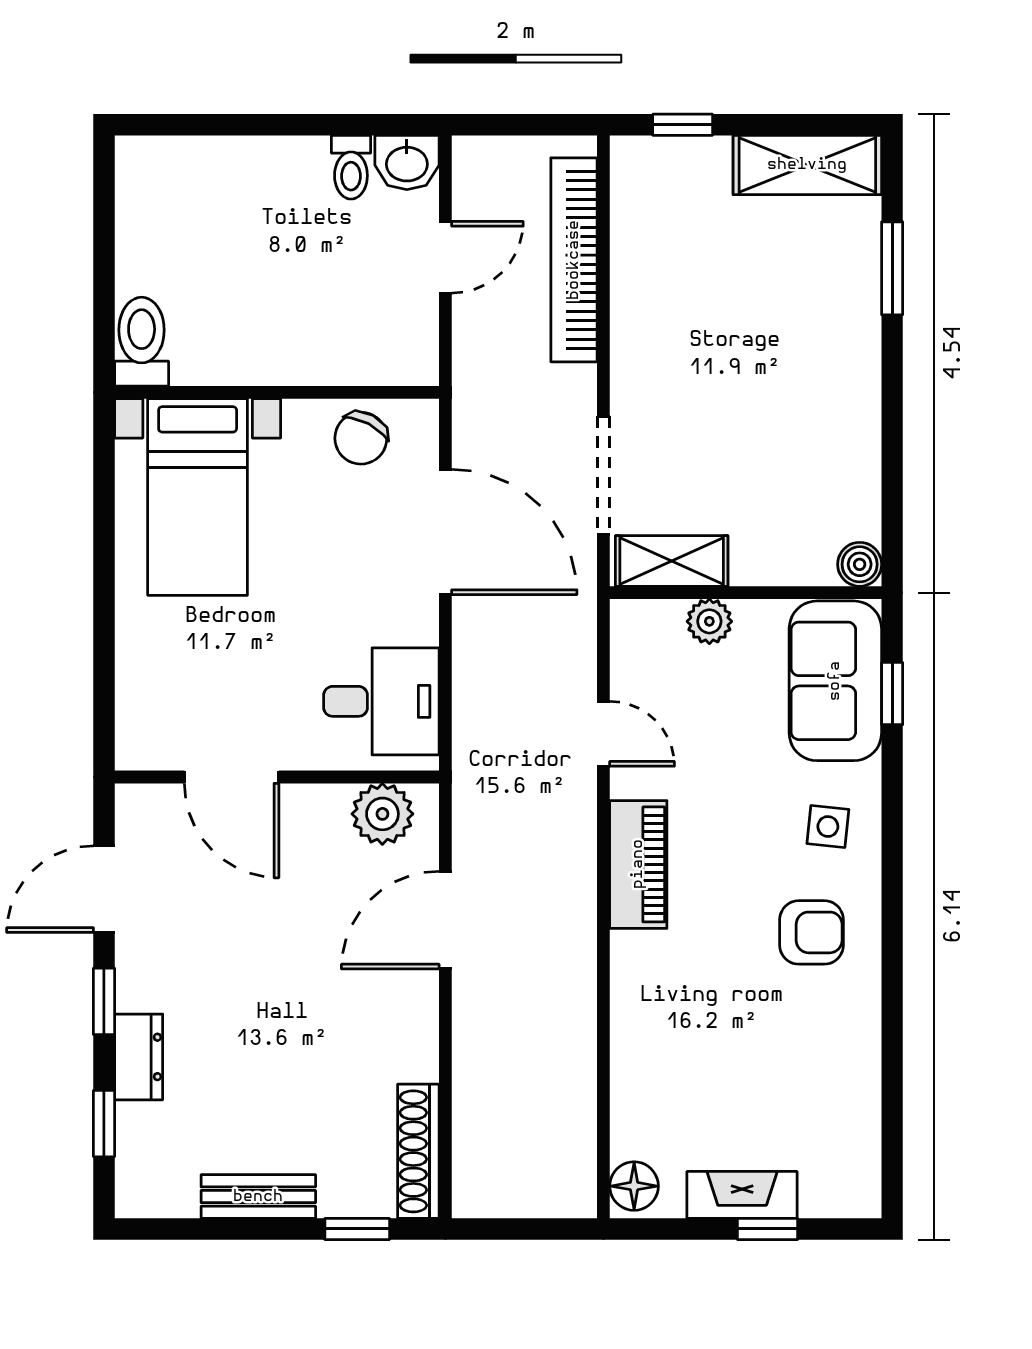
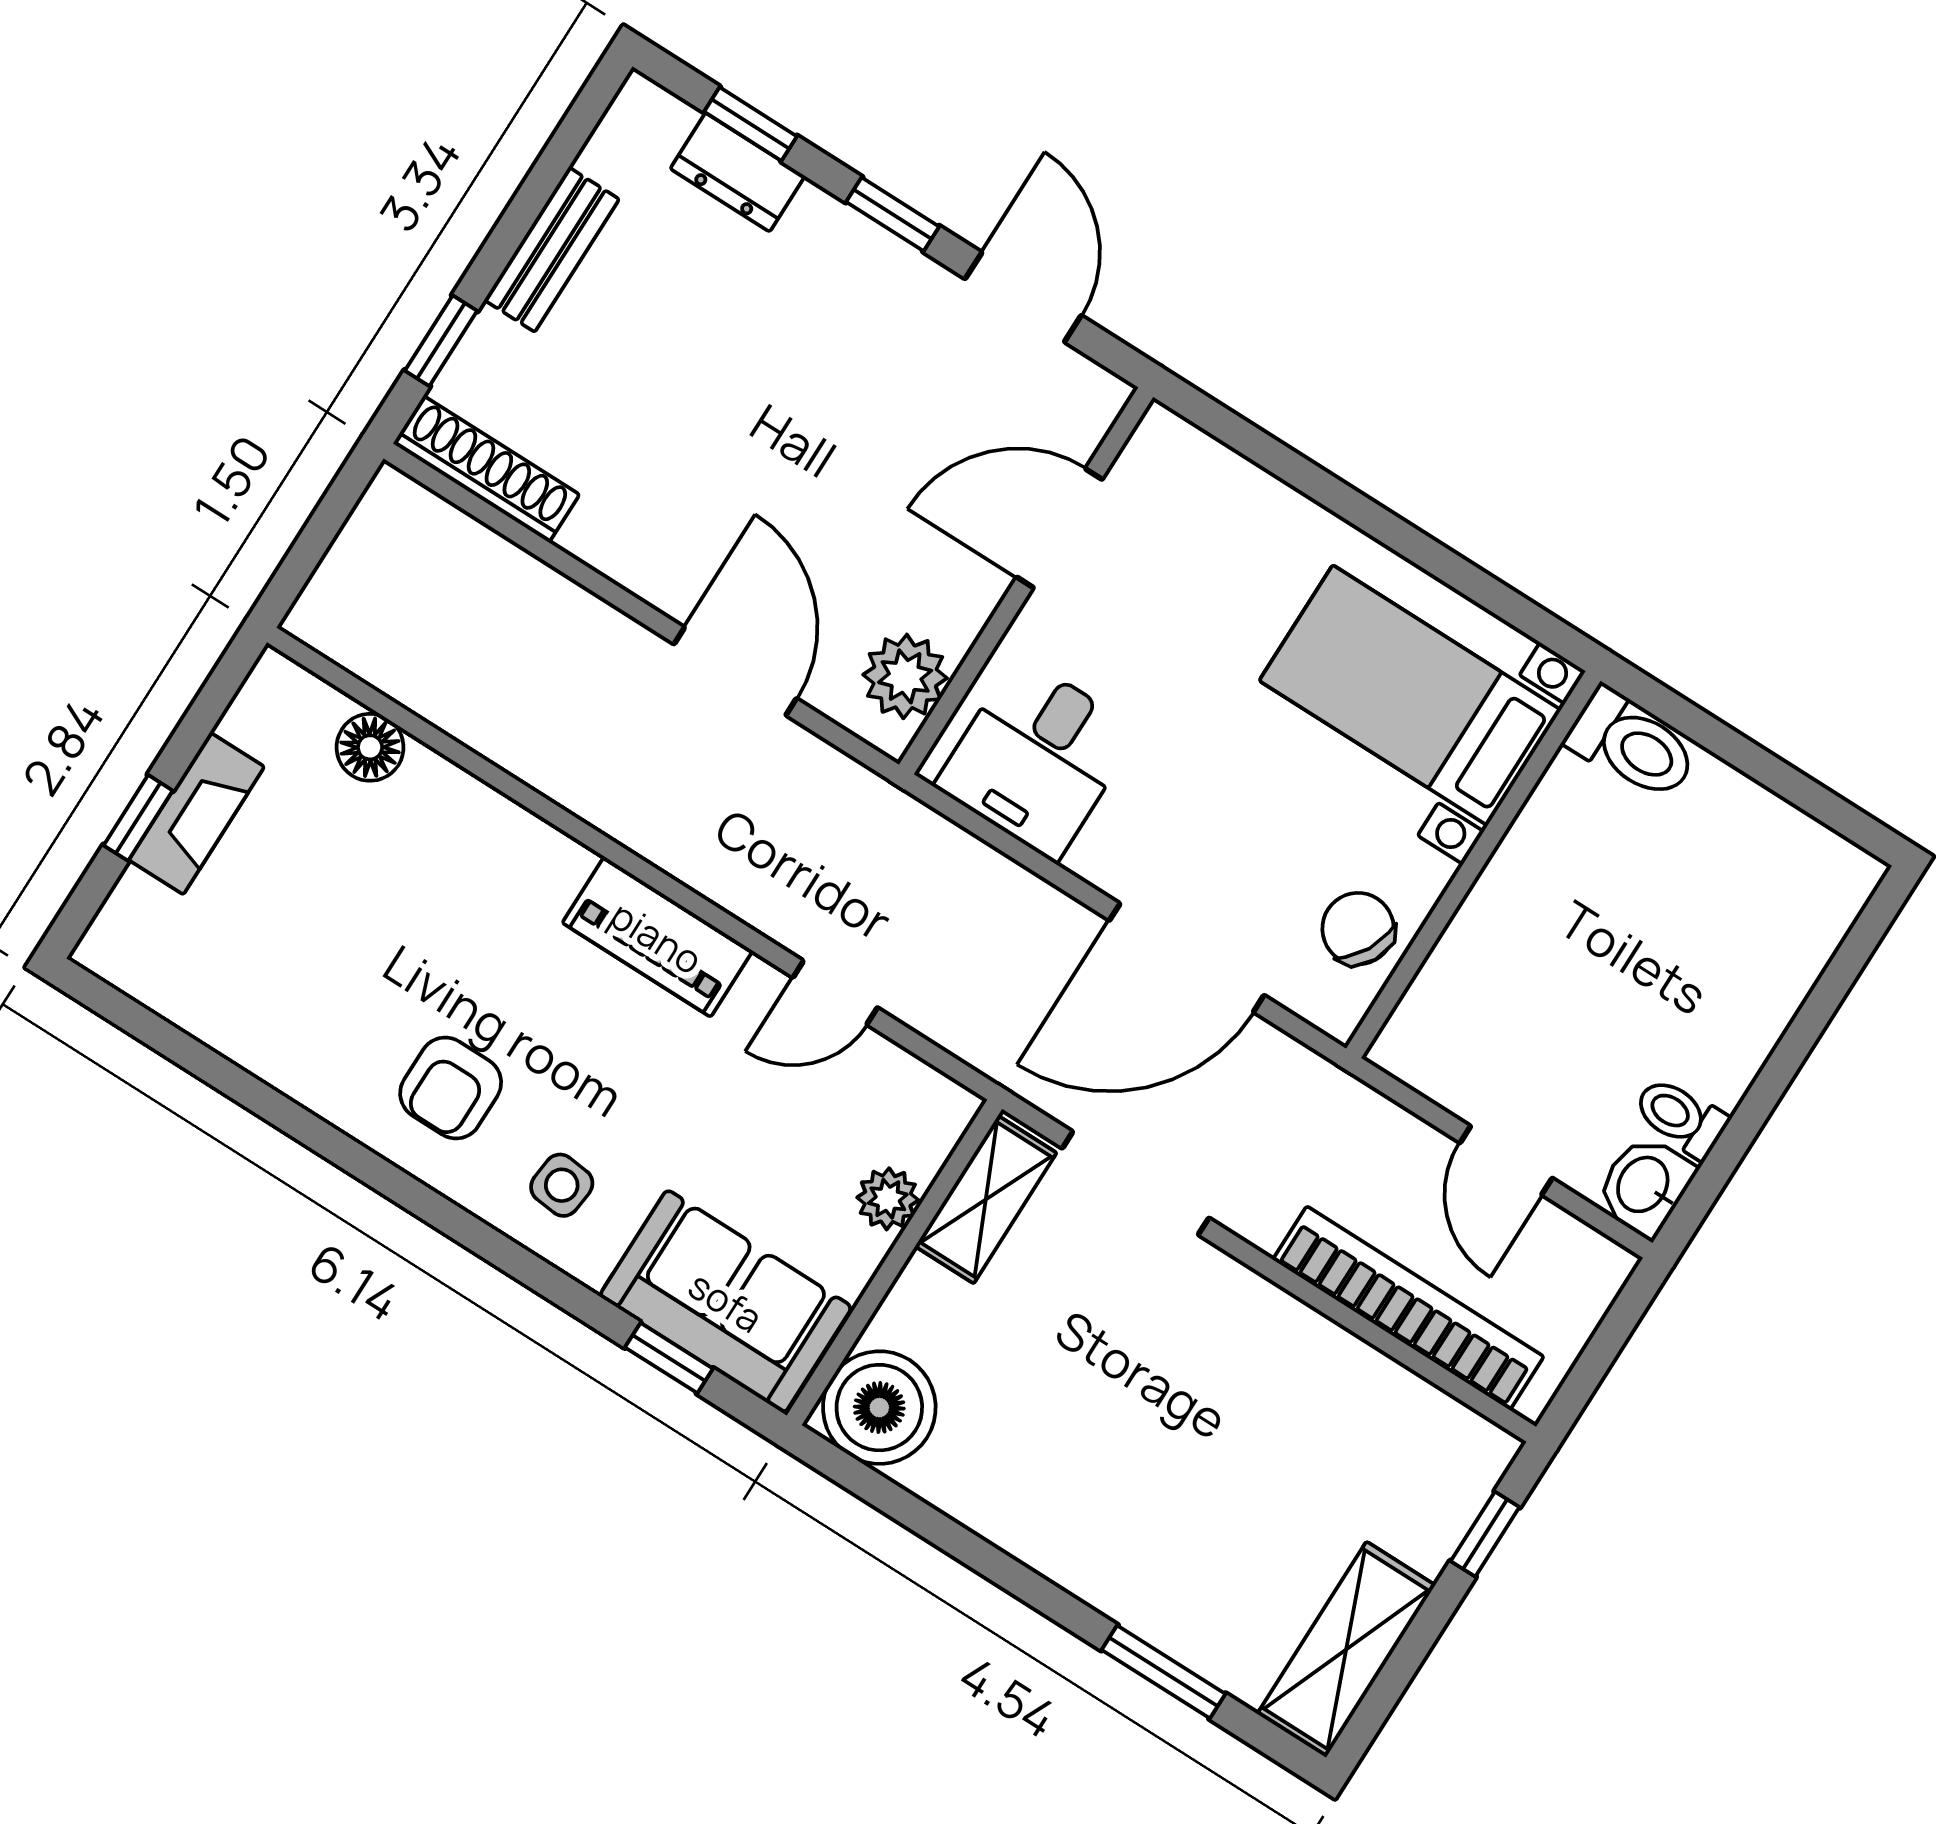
boiler: (860, 564) -> (879, 1408), width x1.86, depth x1.86
dresser: (139, 1057) -> (738, 172), moved
floor lamp: (634, 1186) -> (370, 747), moved

